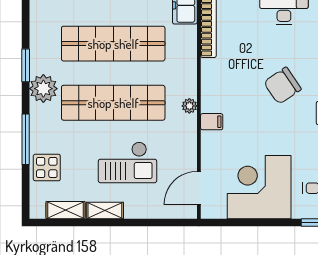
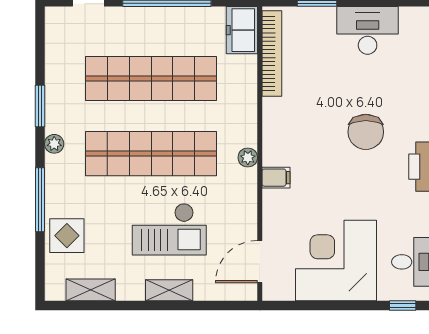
chair: (282, 86) -> (366, 132), turned -56
plant: (43, 89) -> (54, 144), width x0.53, depth x0.53
shelving: (105, 211) -> (169, 290), moved

